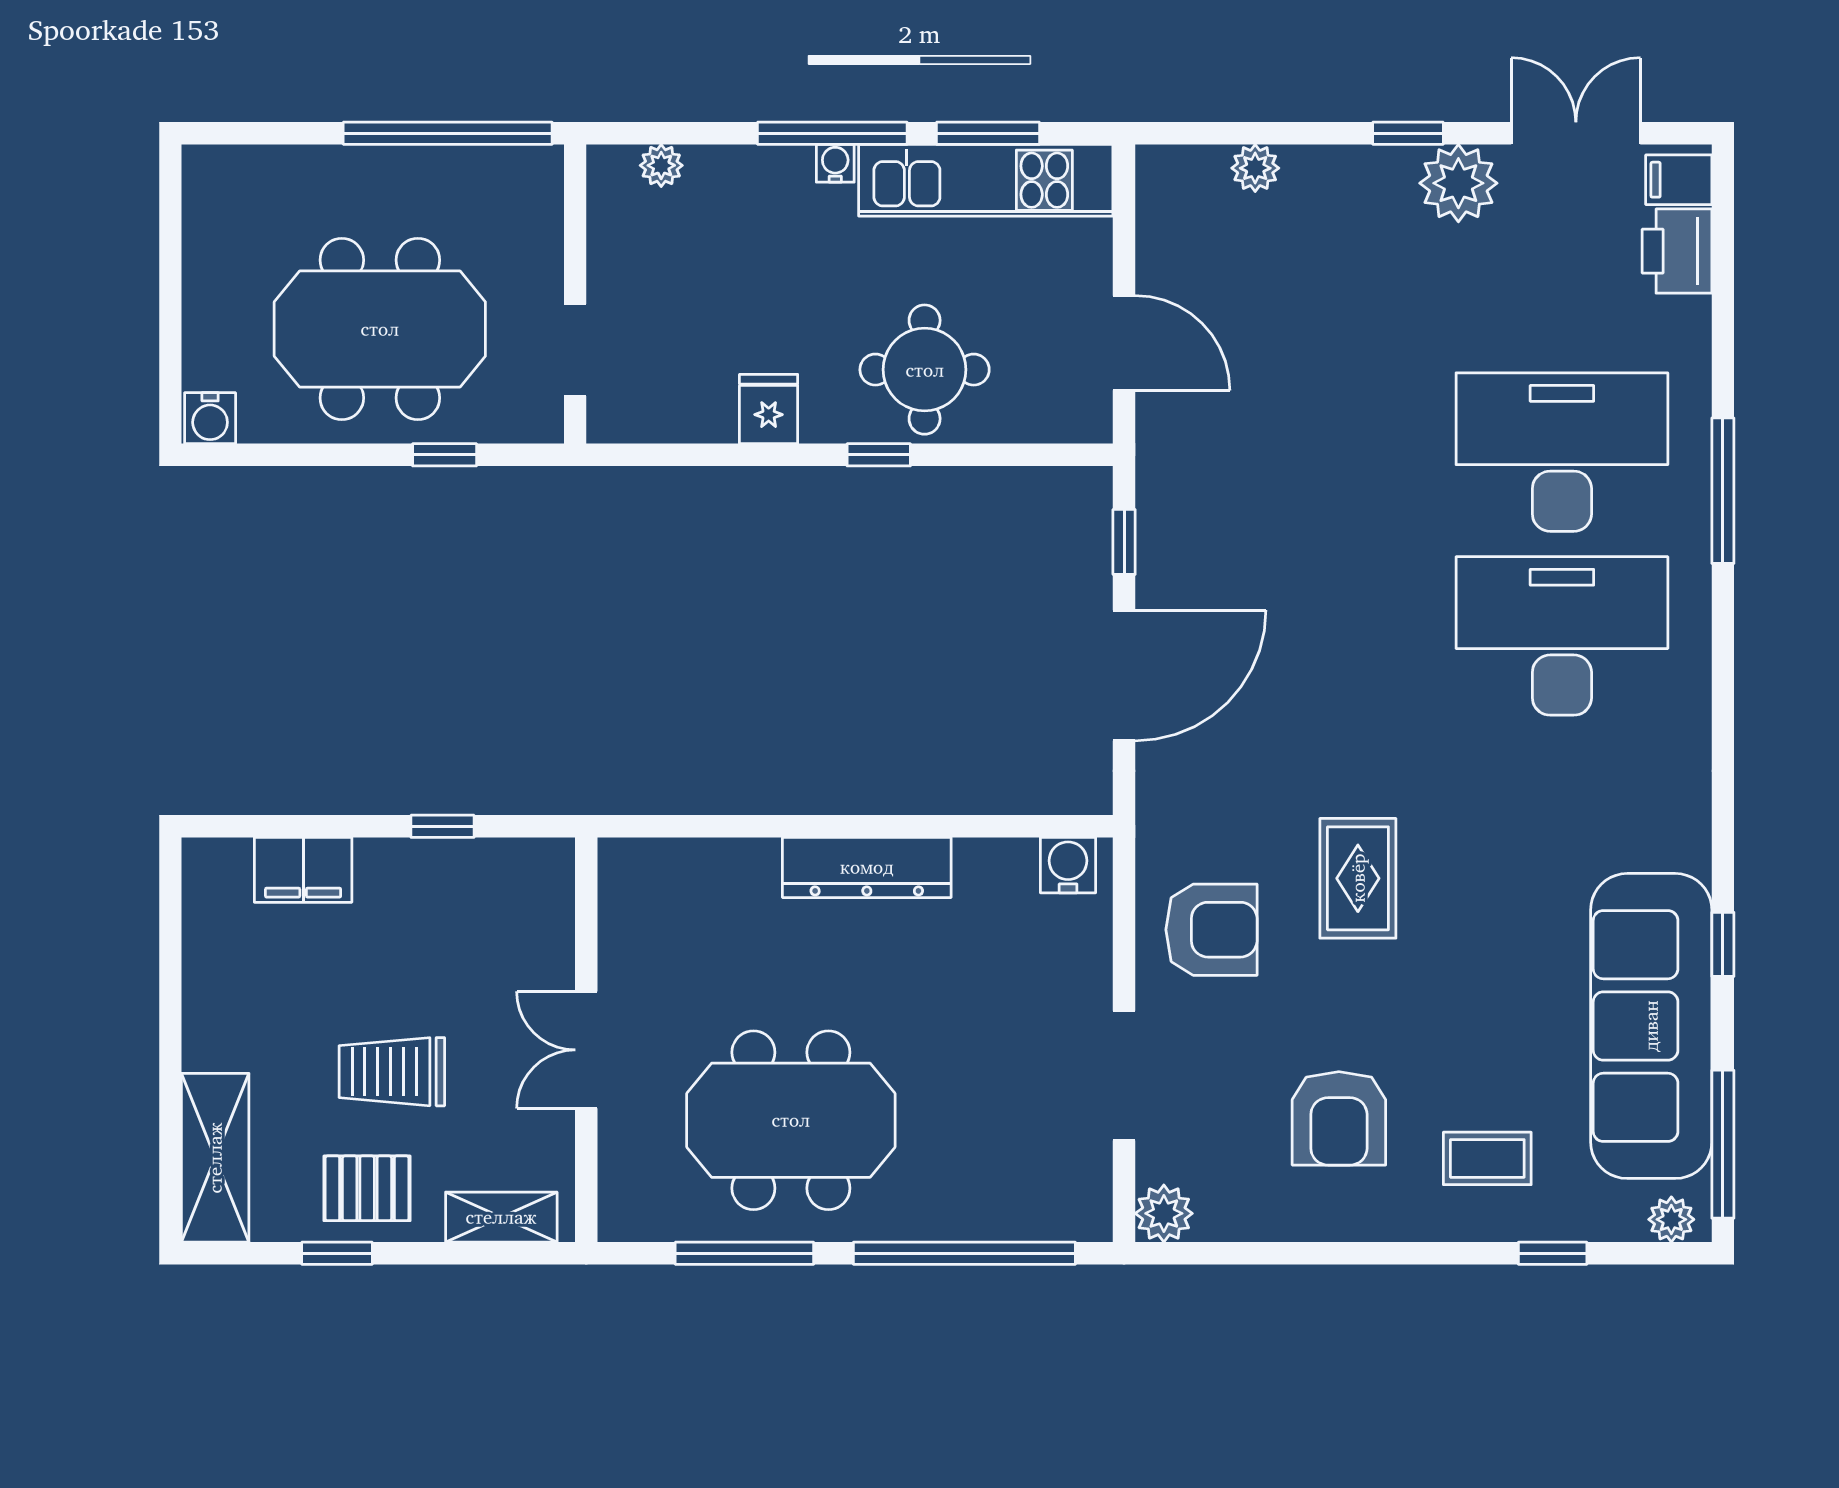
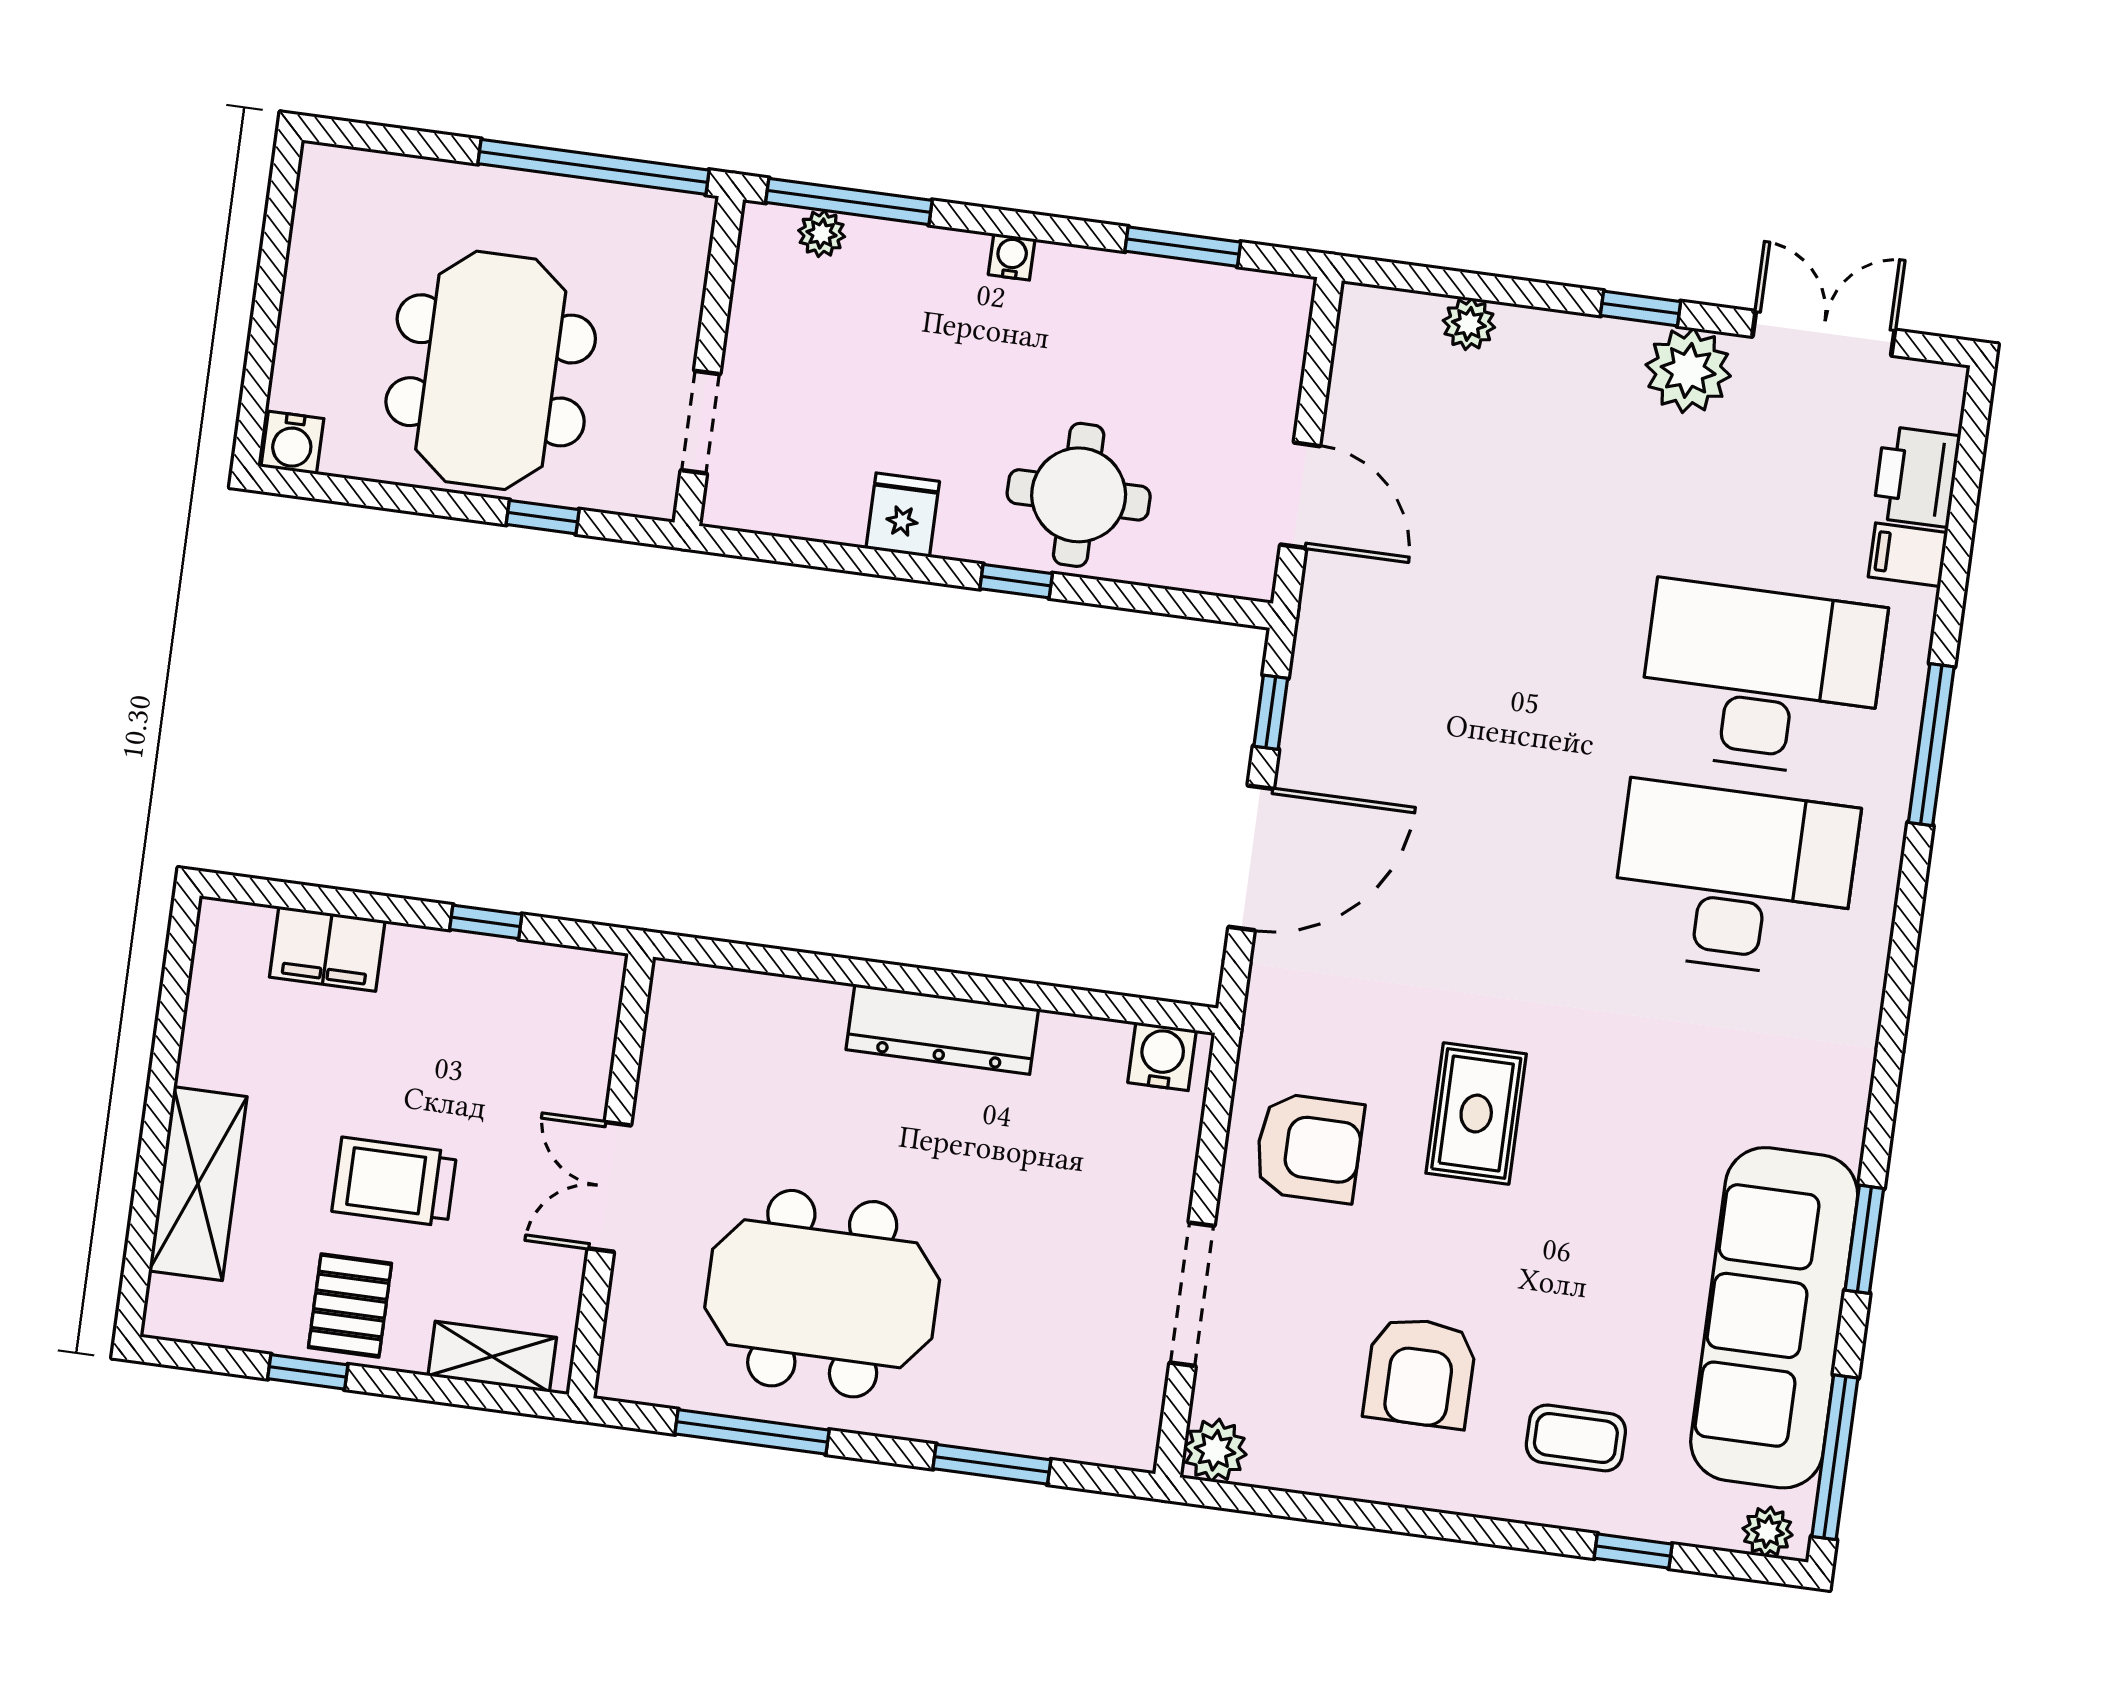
window: (832, 133) -> (849, 201), moved
kitchen unit: (986, 180) -> (1173, 297), removed
filing cabinet: (1679, 180) -> (1908, 555), moved
meeting table: (380, 329) -> (491, 370), turned 90
window: (1723, 944) -> (1864, 1239), width x1.50
shelving: (215, 1158) -> (198, 1184), moved
pallet: (367, 1188) -> (350, 1305), turned 90
window: (964, 1253) -> (992, 1464), width x0.47

